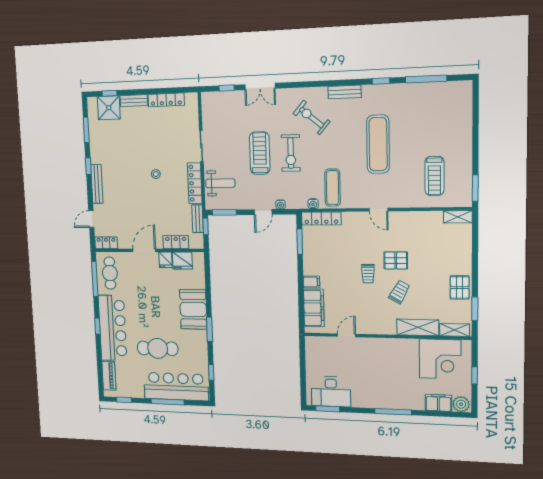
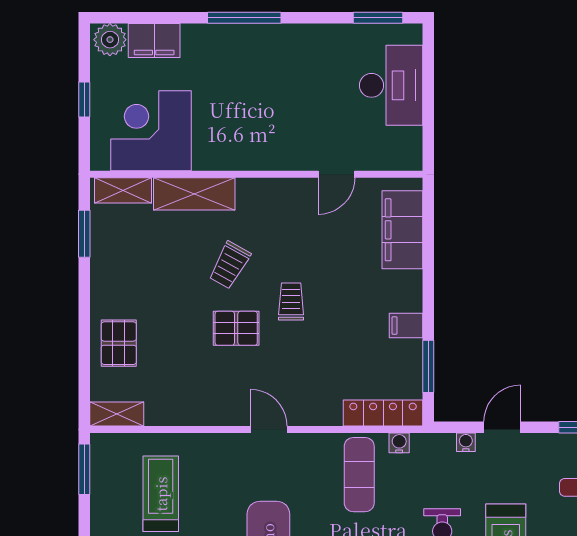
filing cabinet: (311, 282) -> (406, 326), moved
pallet: (460, 287) -> (119, 343), moved
desk: (331, 392) -> (391, 85), moved, turned 90

